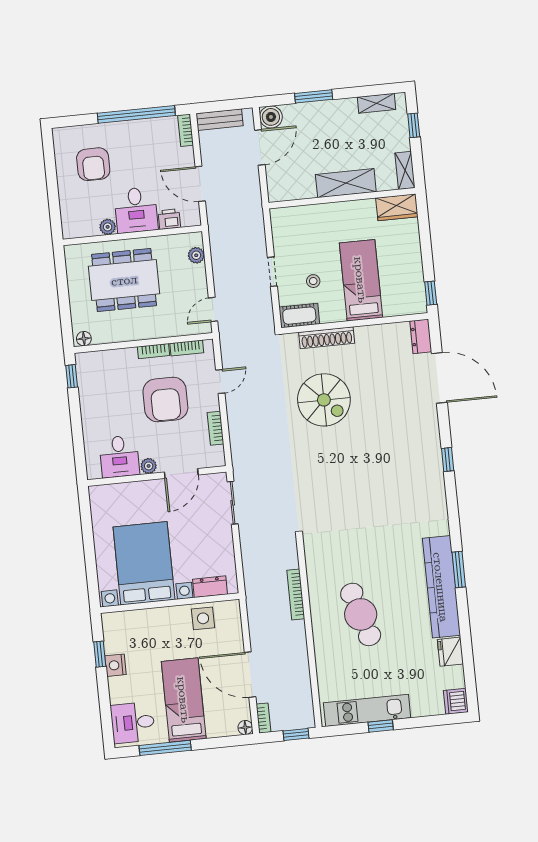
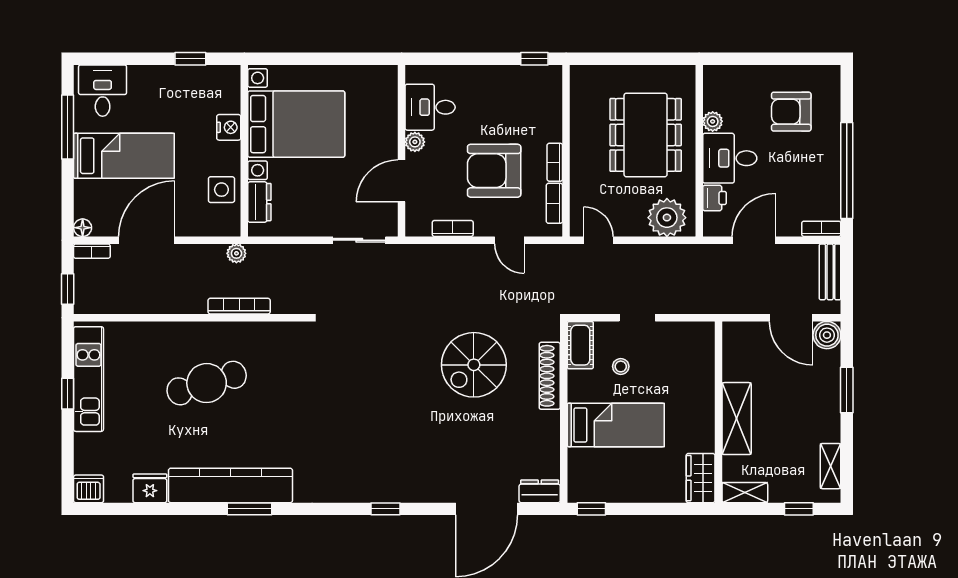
plant: (196, 255) -> (667, 218), width x1.88, depth x1.88
floor lamp: (84, 339) -> (579, 79), removed
door: (181, 473) -> (402, 181), hinge flipped
plant: (253, 601) -> (236, 253), added
nightstand: (116, 665) -> (229, 127), moved, turned 90

